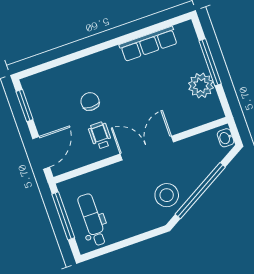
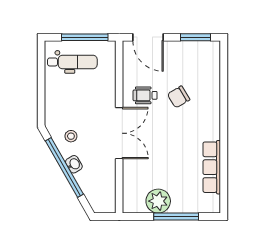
chair: (90, 102) -> (179, 97), turned 149
wheelchair: (100, 135) -> (145, 95), turned 180
washbasin: (226, 138) -> (74, 164), moved, turned 60
stool: (167, 195) -> (71, 136), width x0.53, depth x0.53

